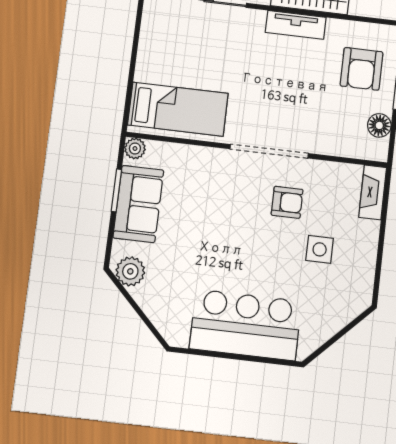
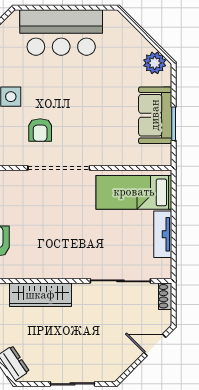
tv unit: (296, 25) -> (163, 234), moved, turned -90
plant: (135, 149) -> (163, 158), removed
armchair: (287, 202) -> (40, 130), turned -90

